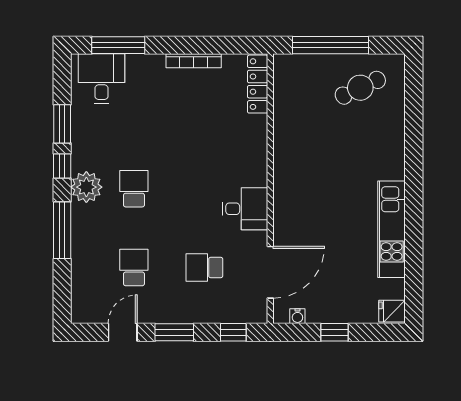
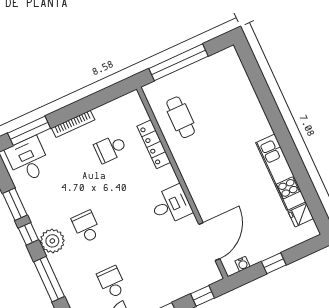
bookcase: (194, 61) -> (73, 124), moved
locker: (258, 84) -> (154, 144), moved
cafe table: (360, 88) -> (181, 117), moved, turned -65
school desk: (204, 268) -> (111, 149), moved
fridge: (392, 311) -> (301, 215), moved

